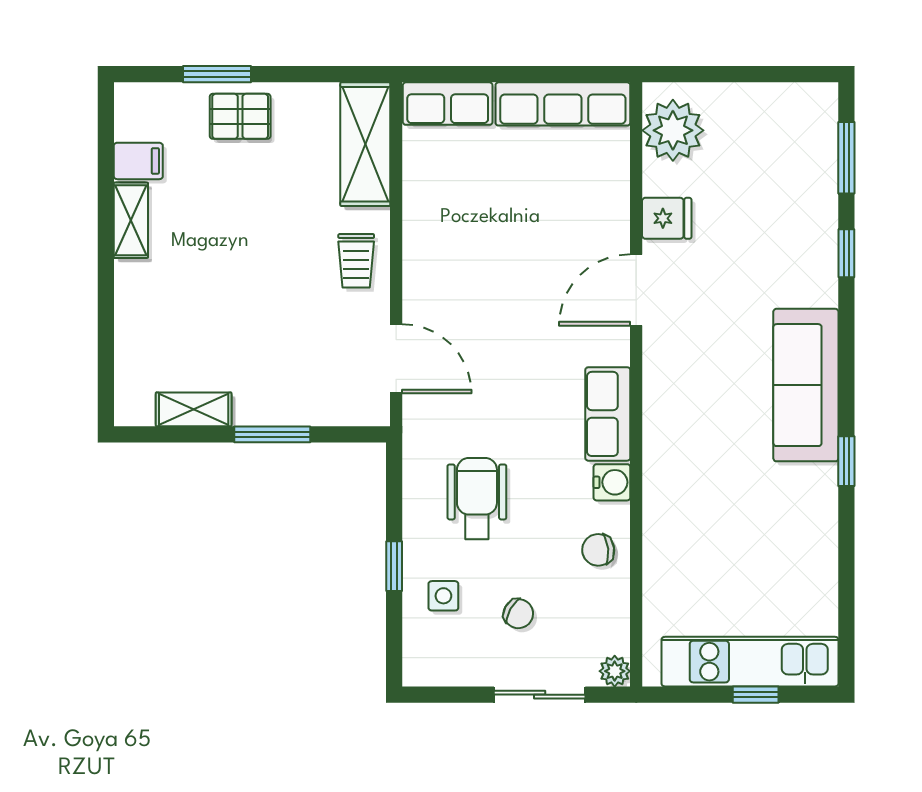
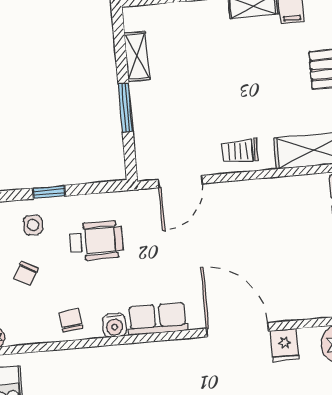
door: (636, 290) -> (237, 330), width x1.36

